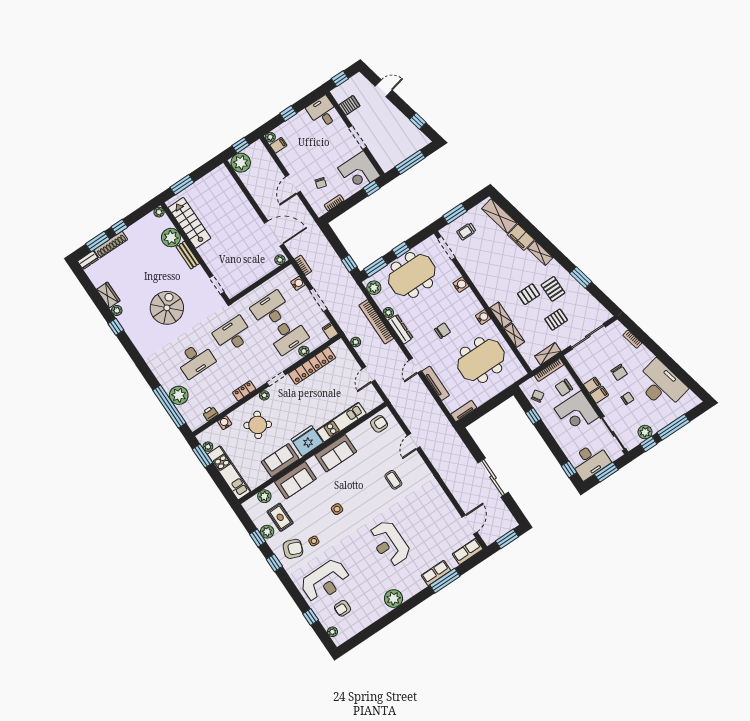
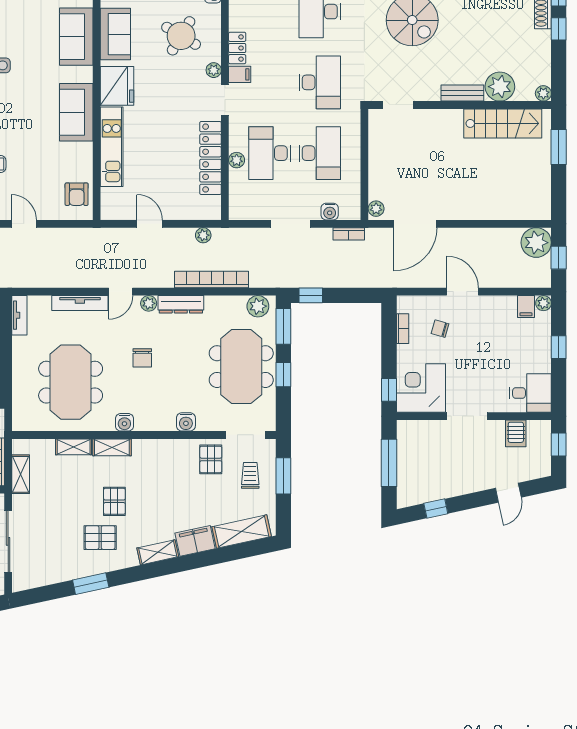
plant: (388, 312) -> (149, 303), moved
pallet: (556, 320) -> (211, 459), moved
filing cabinet: (330, 331) -> (240, 74), moved
door: (415, 366) -> (121, 292), swing flipped

